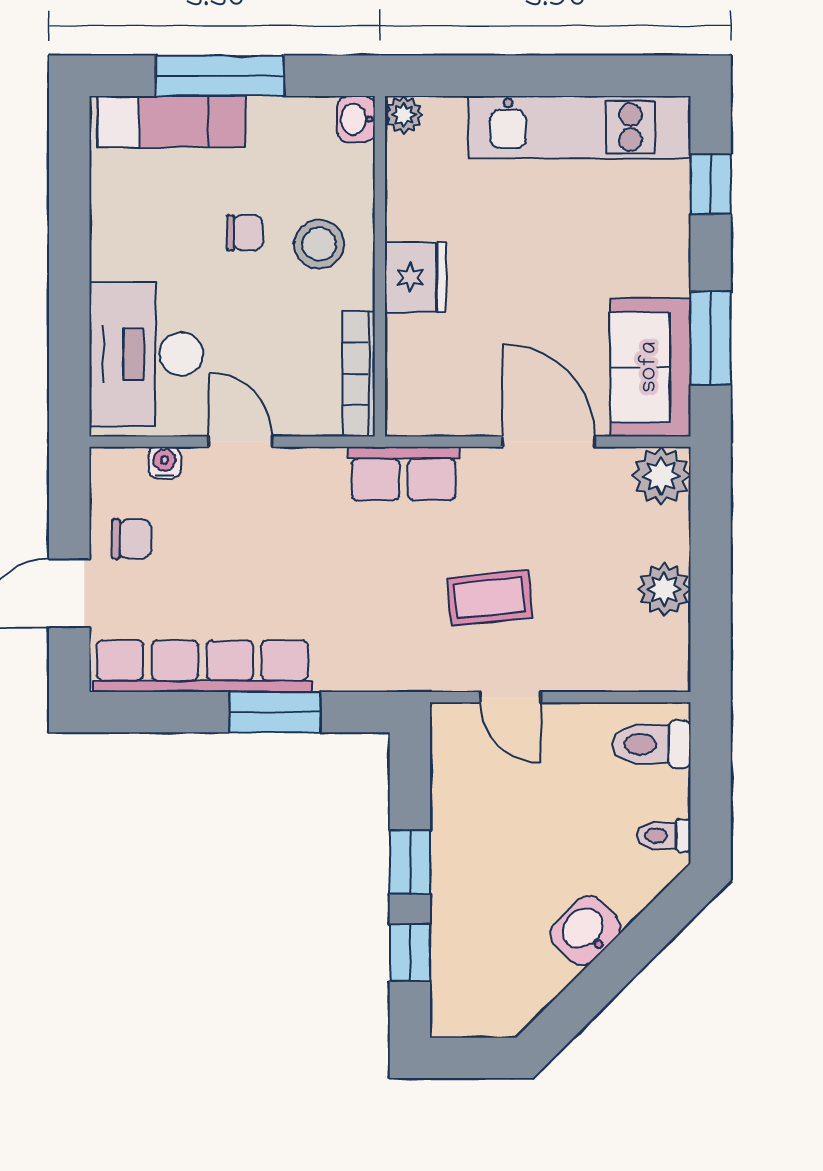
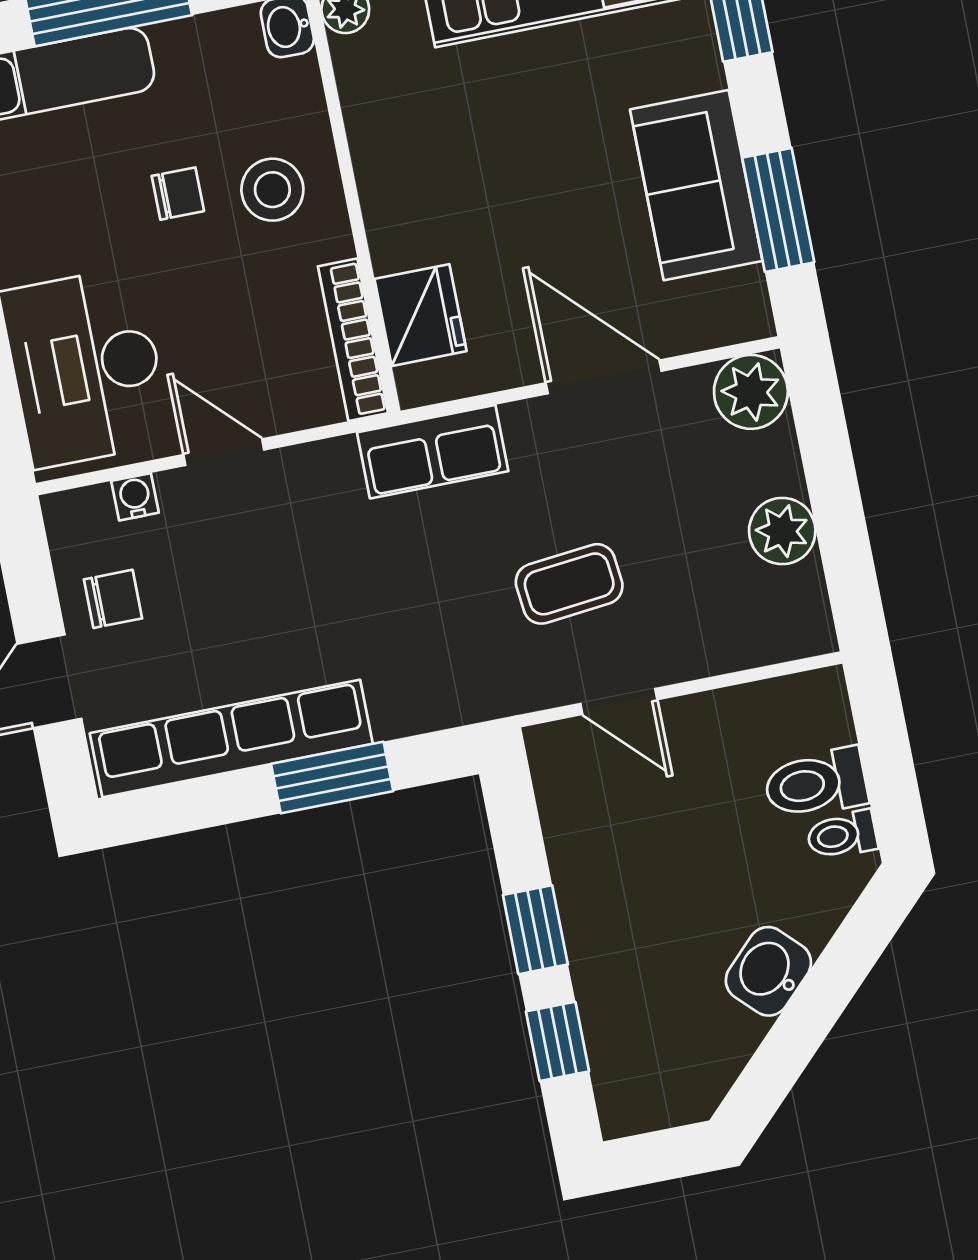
fridge: (415, 277) -> (420, 315), moved
sofa: (650, 367) -> (696, 185), moved
toilet: (651, 744) -> (816, 783), moved

